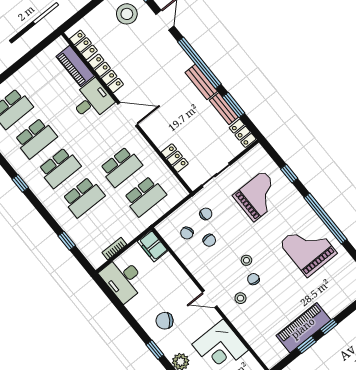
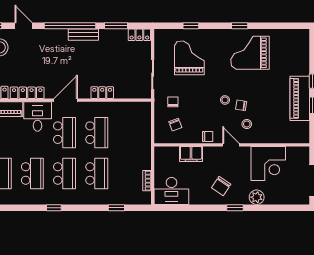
bench: (224, 109) -> (113, 34), removed
locker: (175, 158) -> (102, 93), moved
school desk: (145, 196) -> (65, 133), moved
window: (325, 219) -> (240, 26), width x0.32
chair: (209, 240) -> (208, 136), moved
filing cabinet: (153, 246) -> (191, 154), moved
door: (210, 299) -> (231, 145), swing flipped

